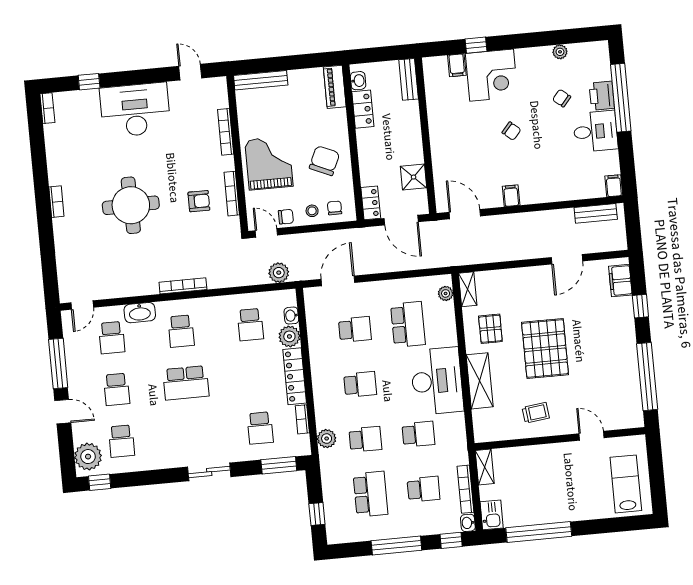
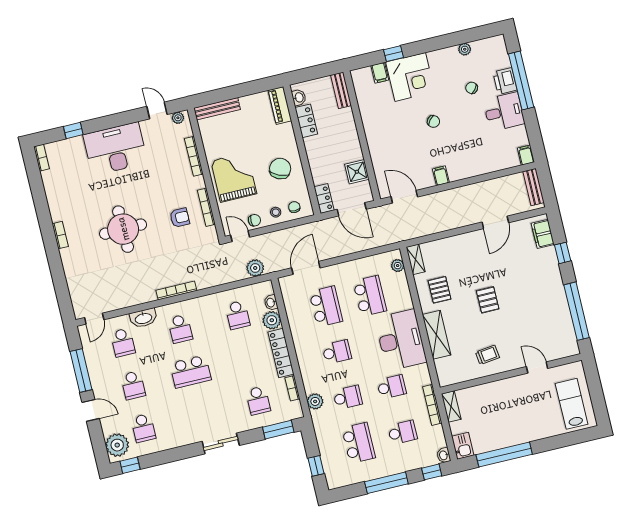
plant: (213, 84) -> (178, 118), added
bench: (596, 213) -> (533, 187), moved, turned 90
school desk: (355, 329) -> (326, 307), width x1.85
pallet: (545, 348) -> (488, 300), width x0.49, depth x0.50
bookcase: (465, 489) -> (432, 405), moved

